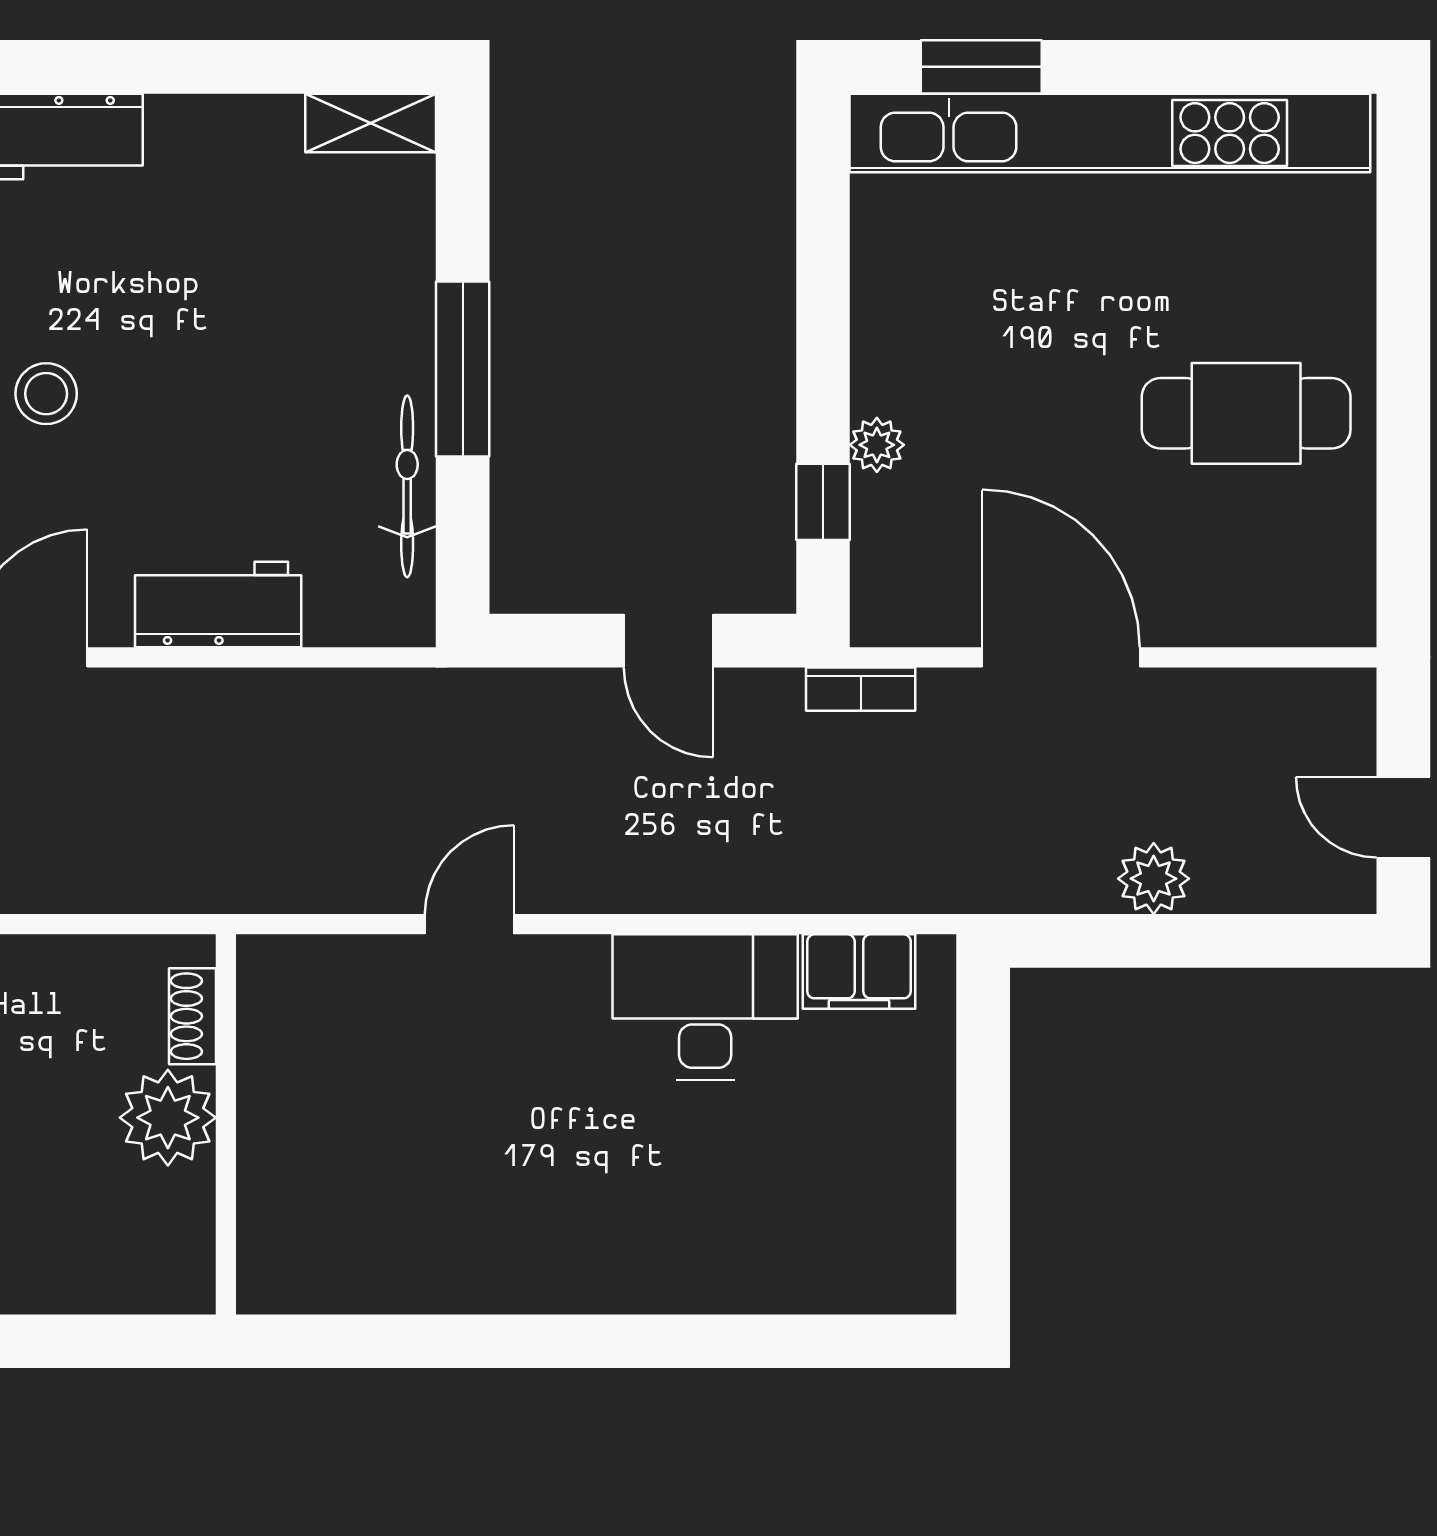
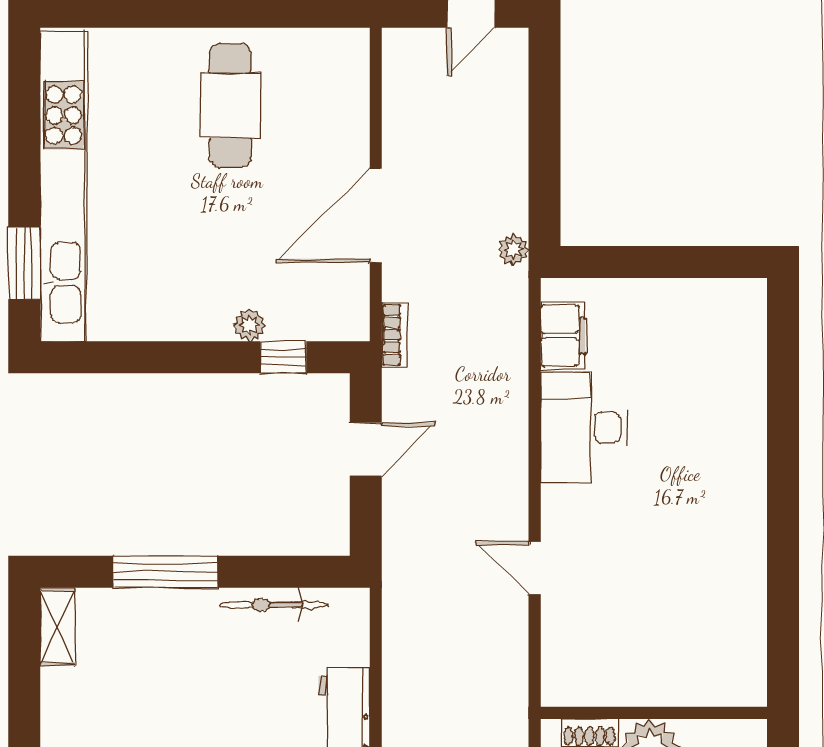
window: (463, 369) -> (165, 572), moved
plant: (1154, 879) -> (513, 250), moved, width x0.73, depth x0.73

